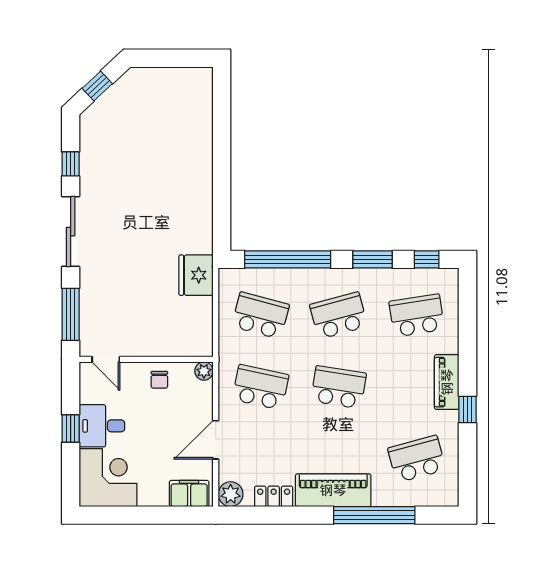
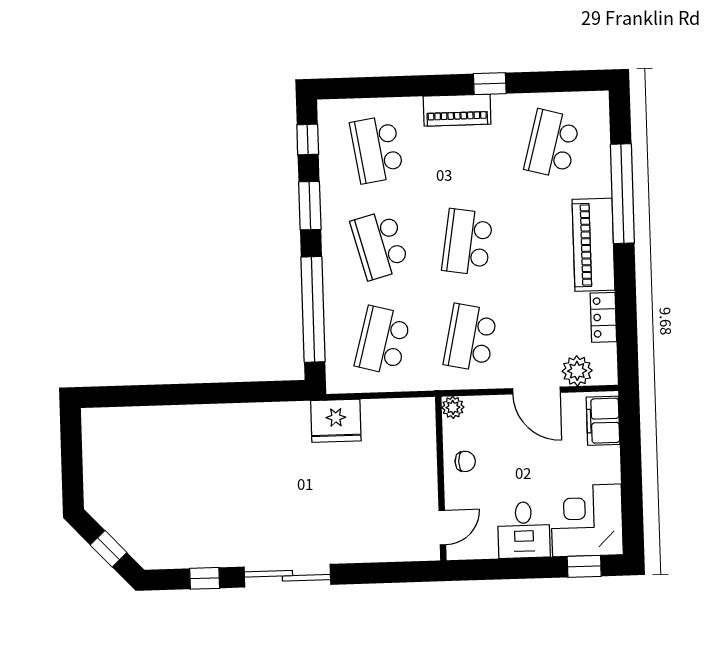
window: (71, 314) -> (389, 573), removed
window: (71, 429) -> (584, 566), moved
school desk: (417, 459) -> (552, 144), turned 30
plant: (231, 494) -> (577, 371), moved

